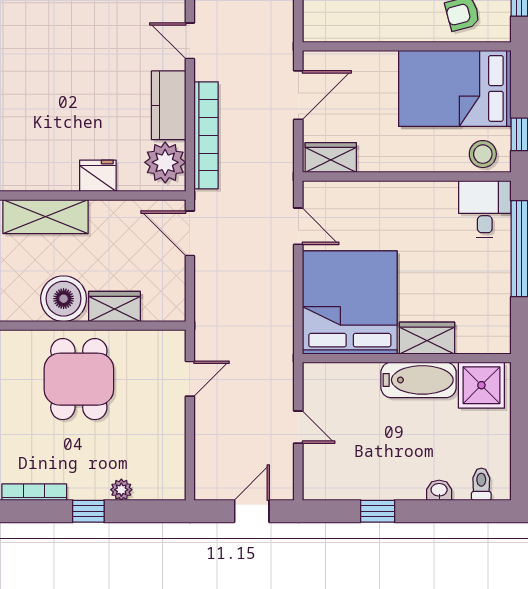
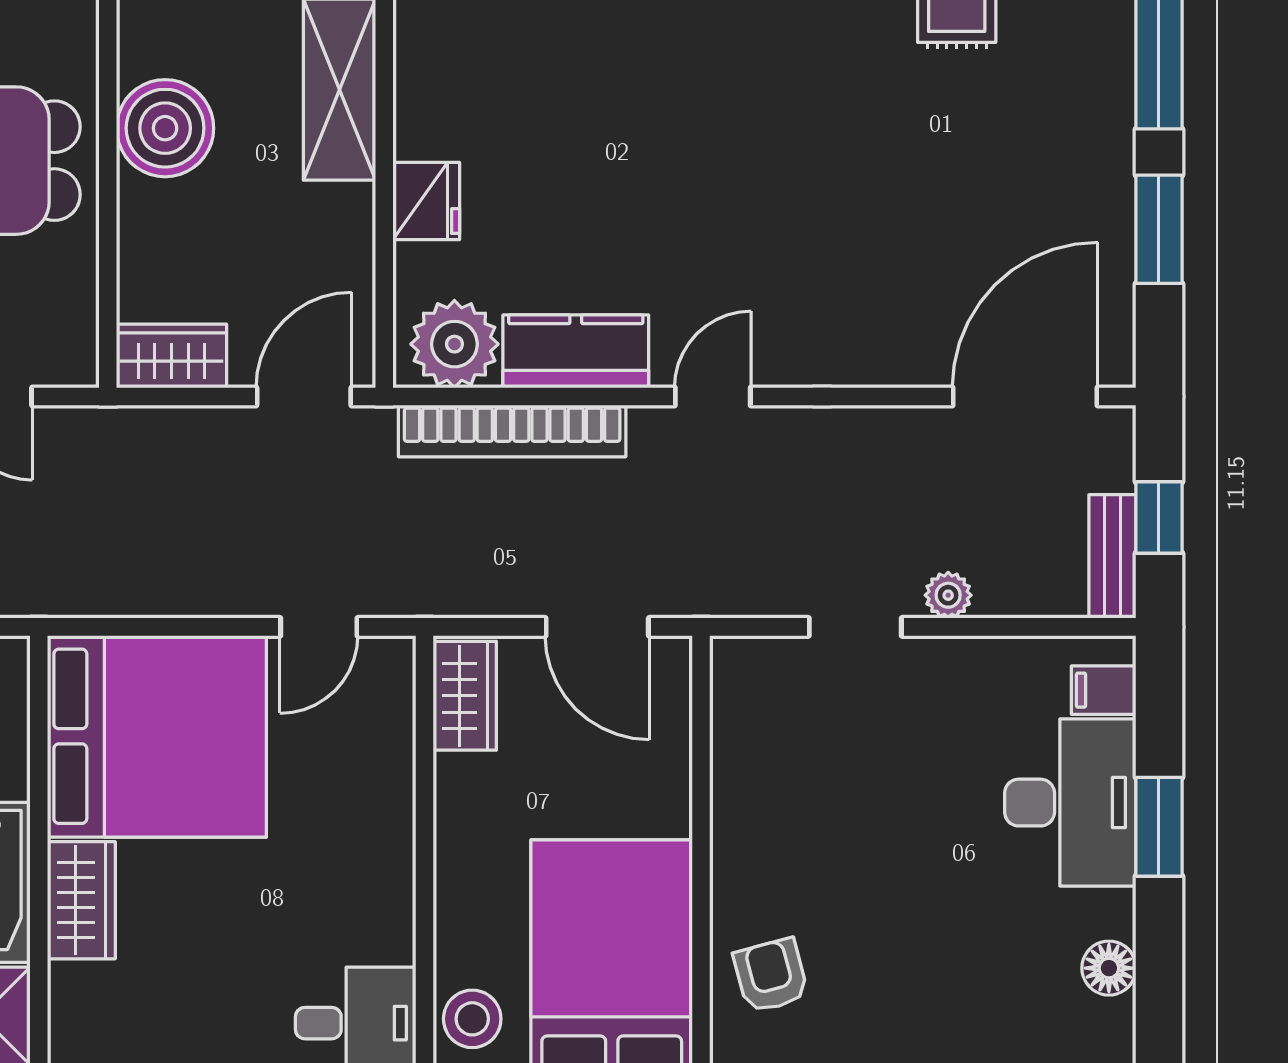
wardrobe: (114, 306) -> (172, 356), moved, turned -90

